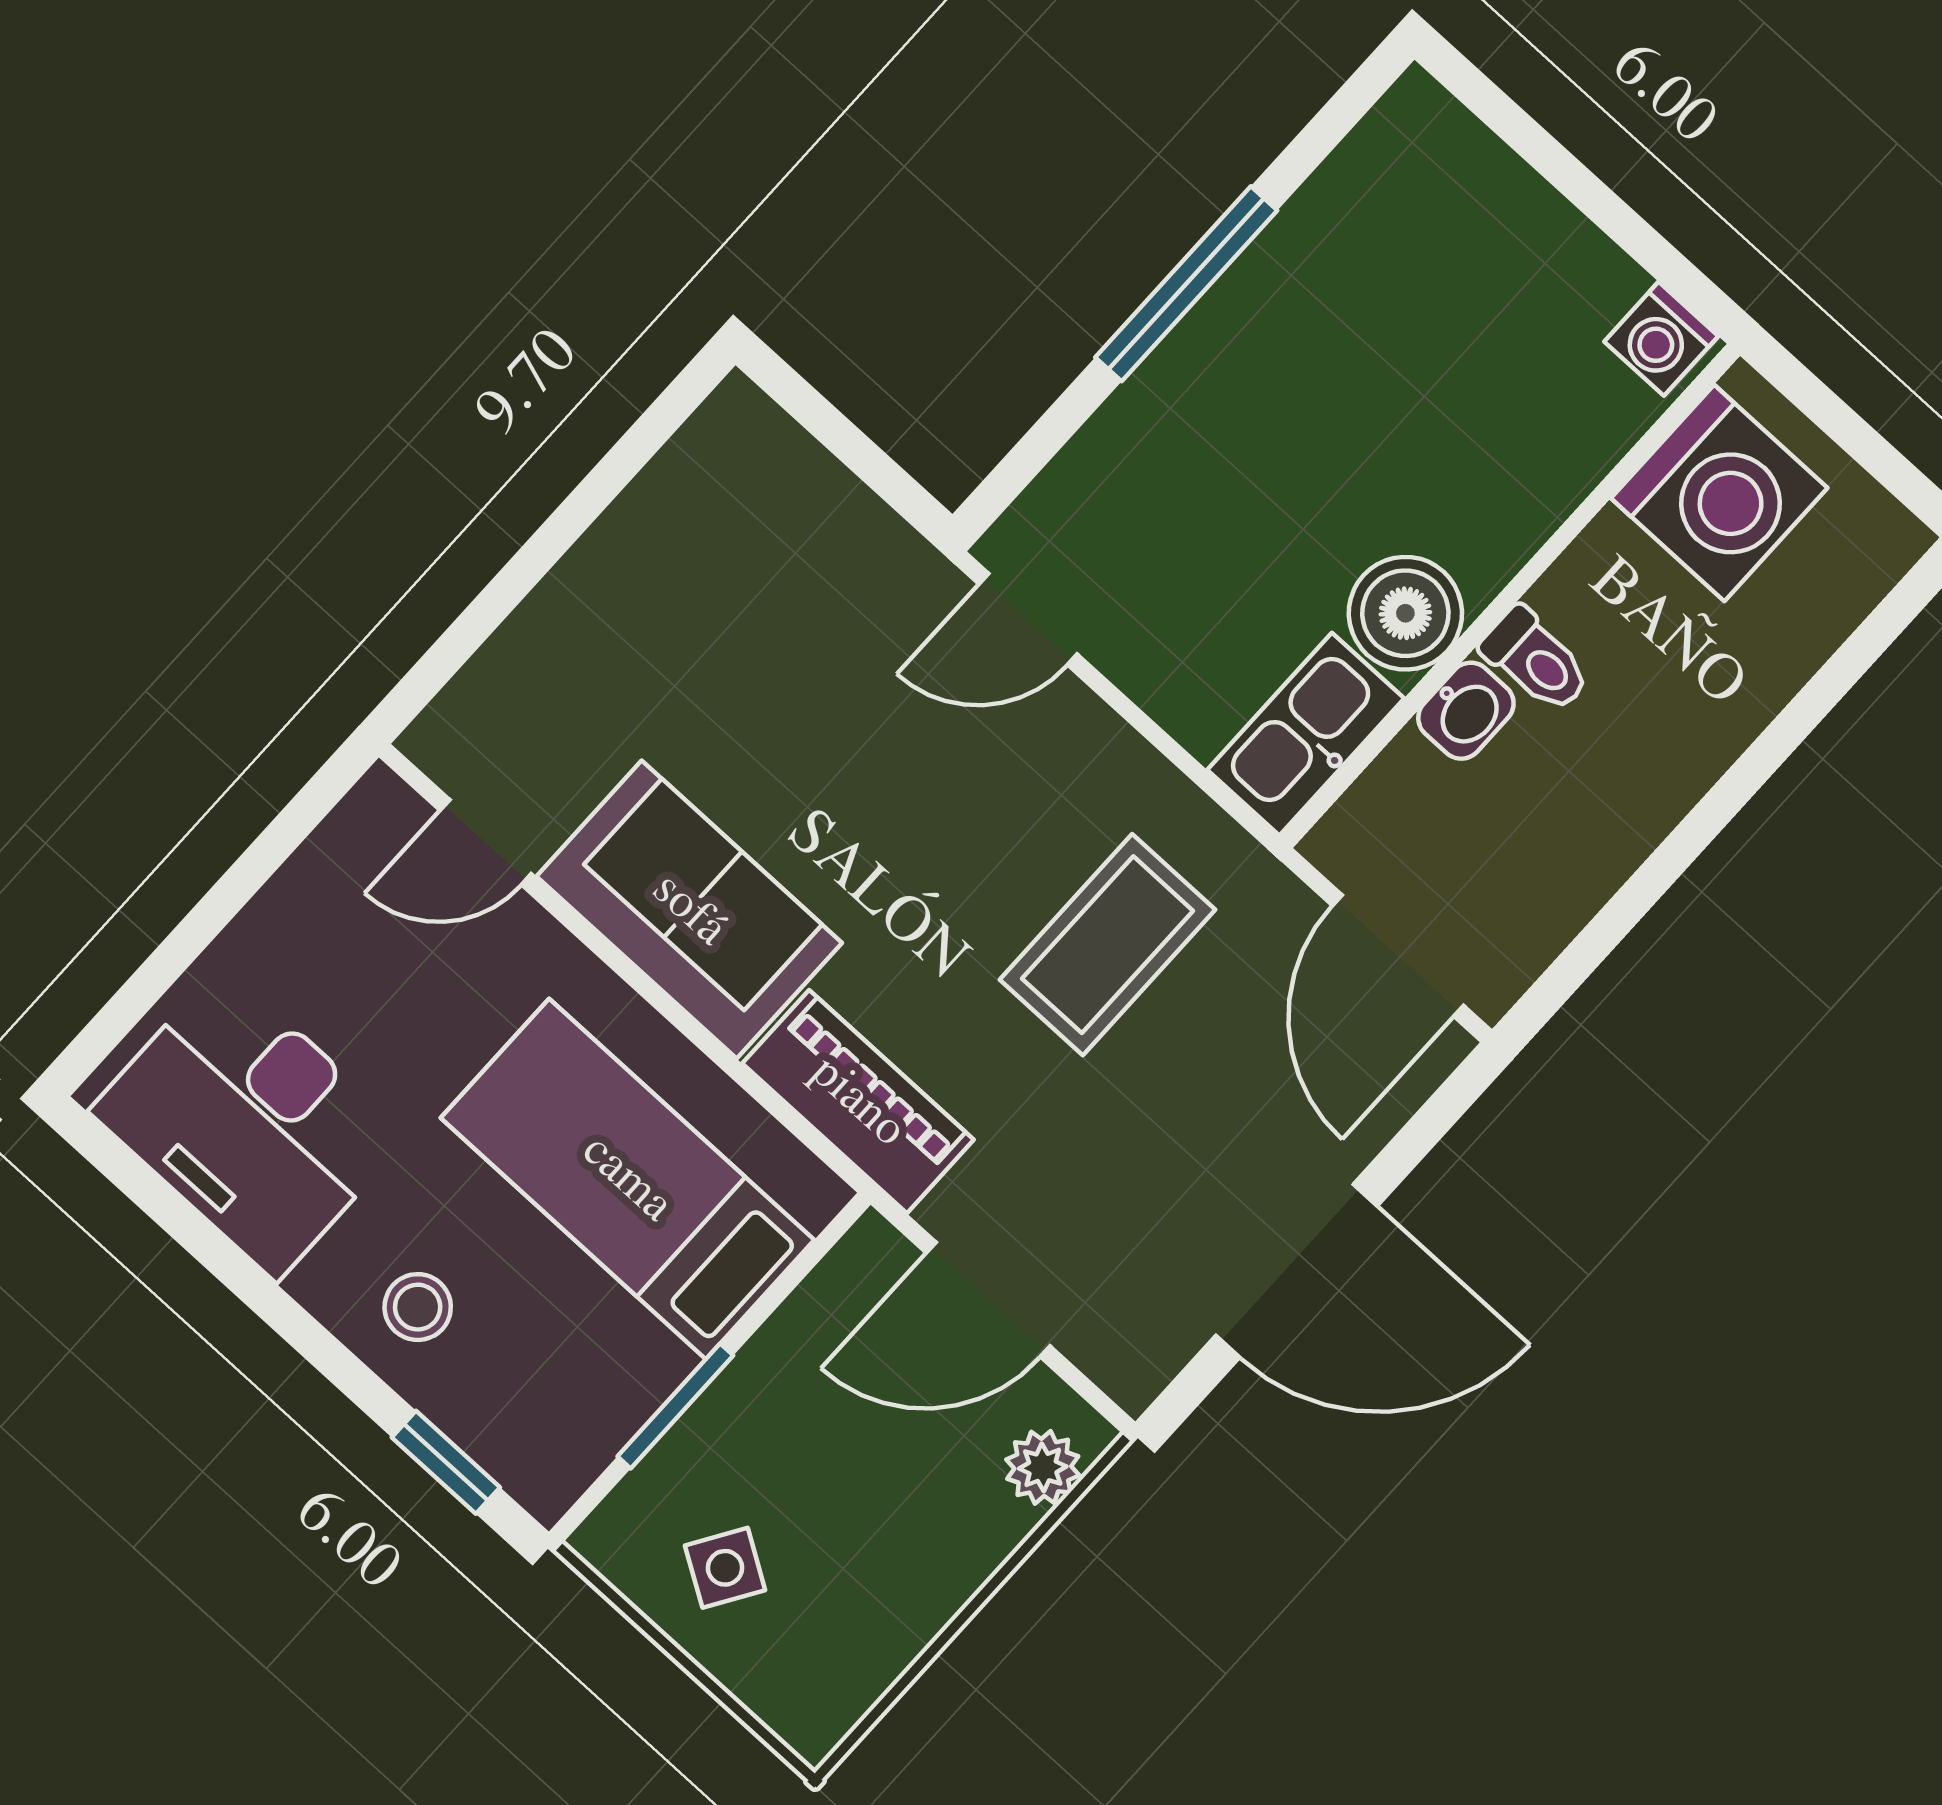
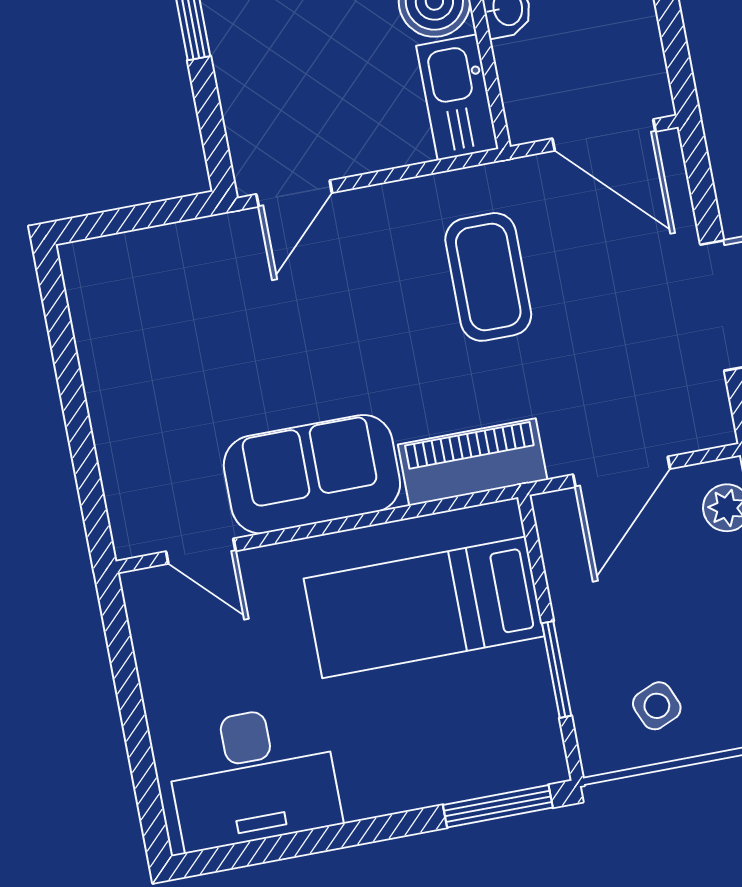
door: (486, 842) -> (201, 551), hinge flipped
stool: (418, 1307) -> (409, 762), removed
window: (446, 1462) -> (498, 806), width x1.50
side table: (725, 1568) -> (657, 706), turned 35

